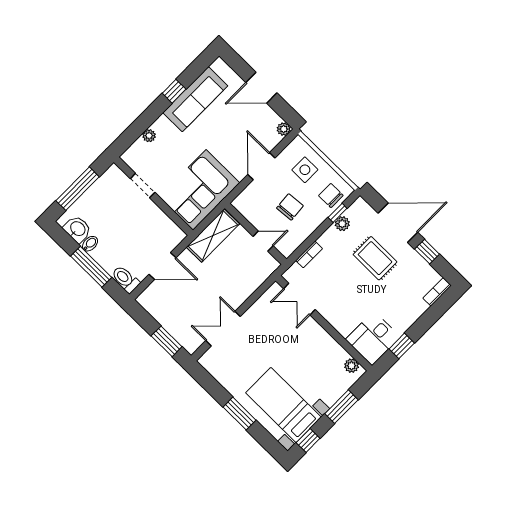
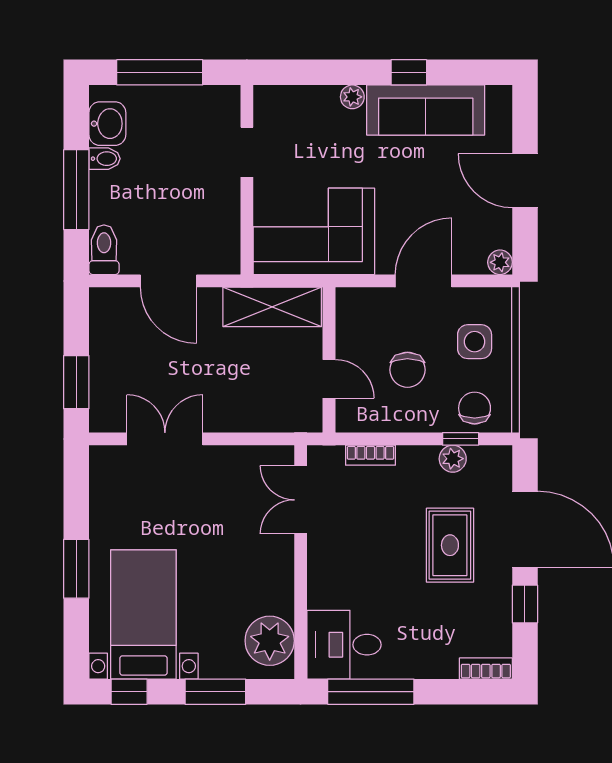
plant: (149, 136) -> (352, 97), moved
chair: (290, 207) -> (407, 370), turned 95
window: (402, 346) -> (371, 692), width x2.17
plant: (352, 366) -> (270, 641), width x1.87, depth x1.87

